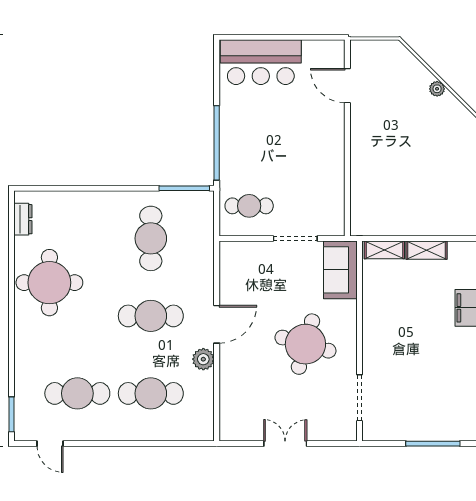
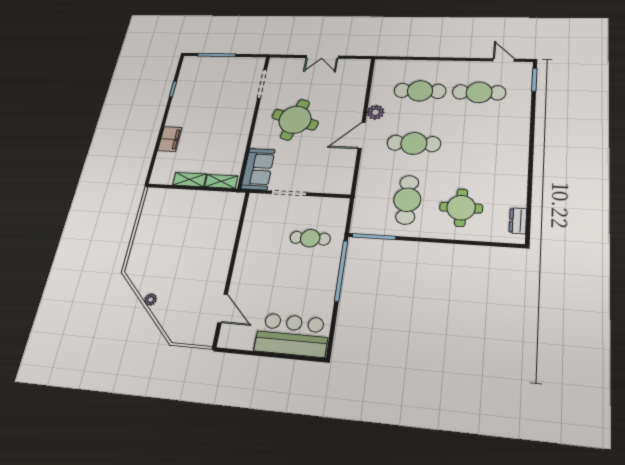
cafe table: (249, 206) -> (310, 238), moved
round table: (49, 283) -> (461, 208), moved, width x0.73, depth x0.73

